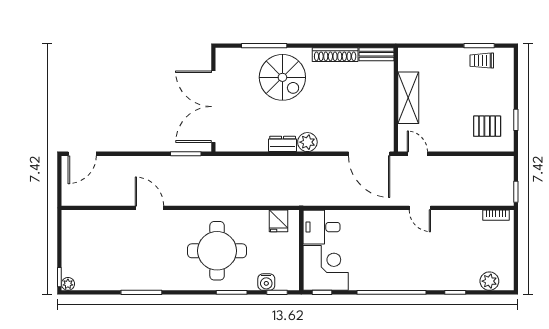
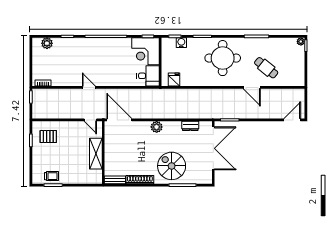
dresser: (283, 144) -> (190, 126), moved
cafe table: (125, 240) -> (266, 68), added
round table: (217, 251) -> (223, 58), moved

